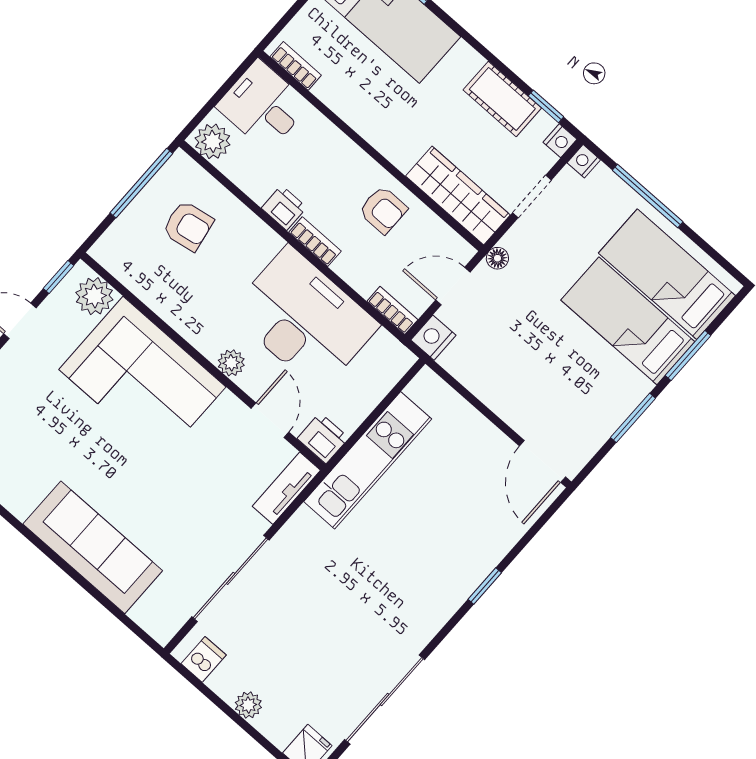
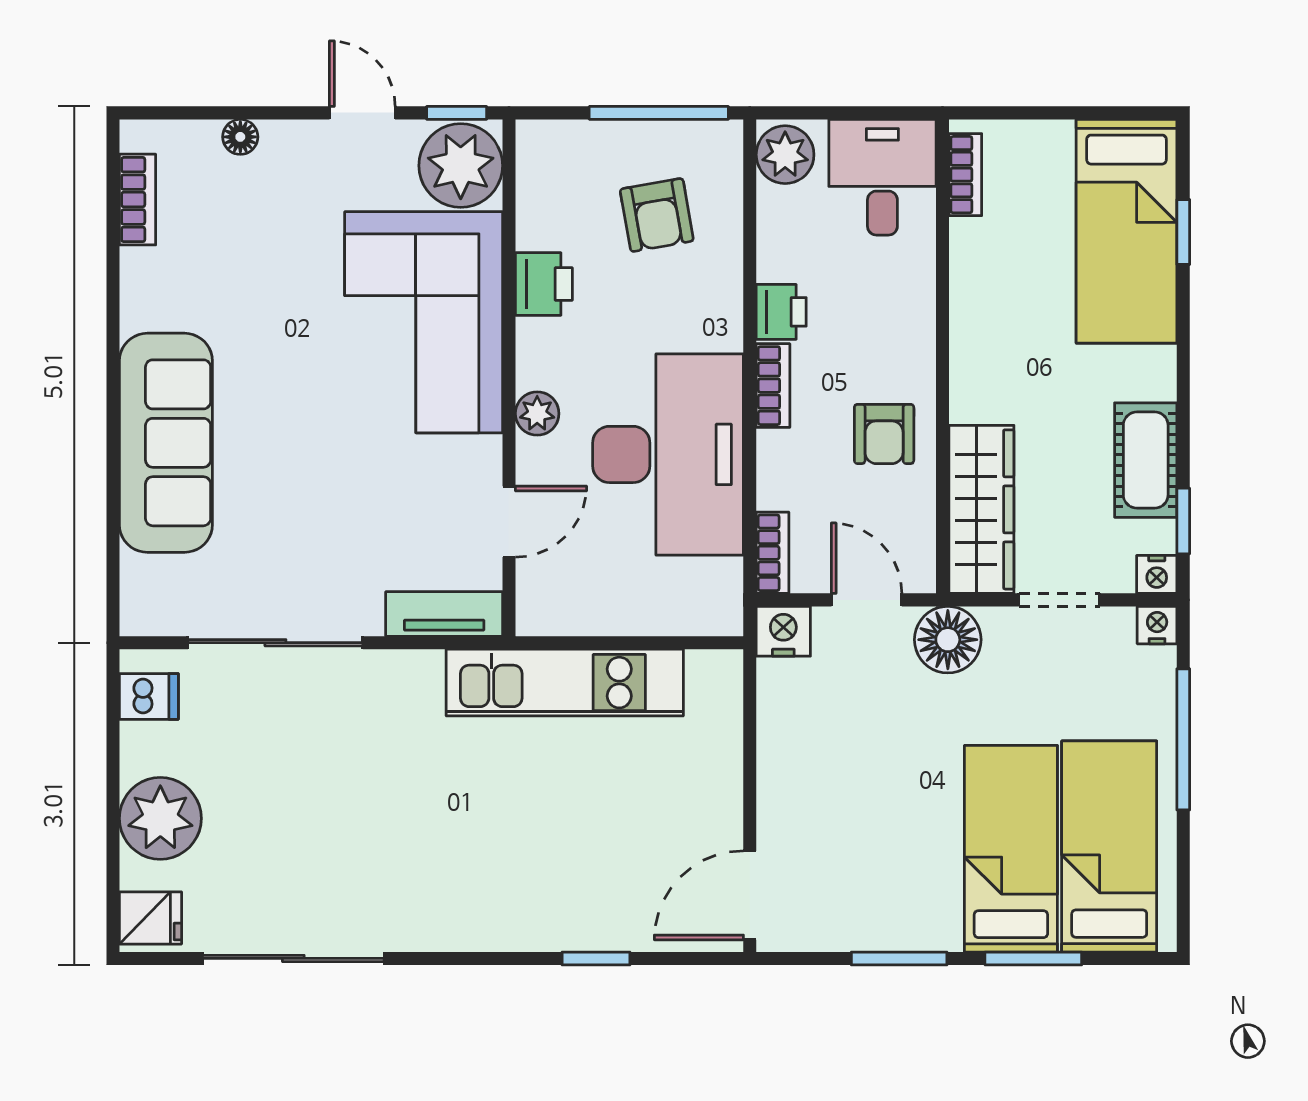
floor lamp: (497, 258) -> (948, 640), width x1.89, depth x1.89
plant: (94, 296) -> (461, 166), width x1.36, depth x1.36
printer: (323, 438) -> (544, 284), moved
window: (485, 586) -> (596, 958), moved
plant: (248, 705) -> (160, 818), width x1.87, depth x1.87

